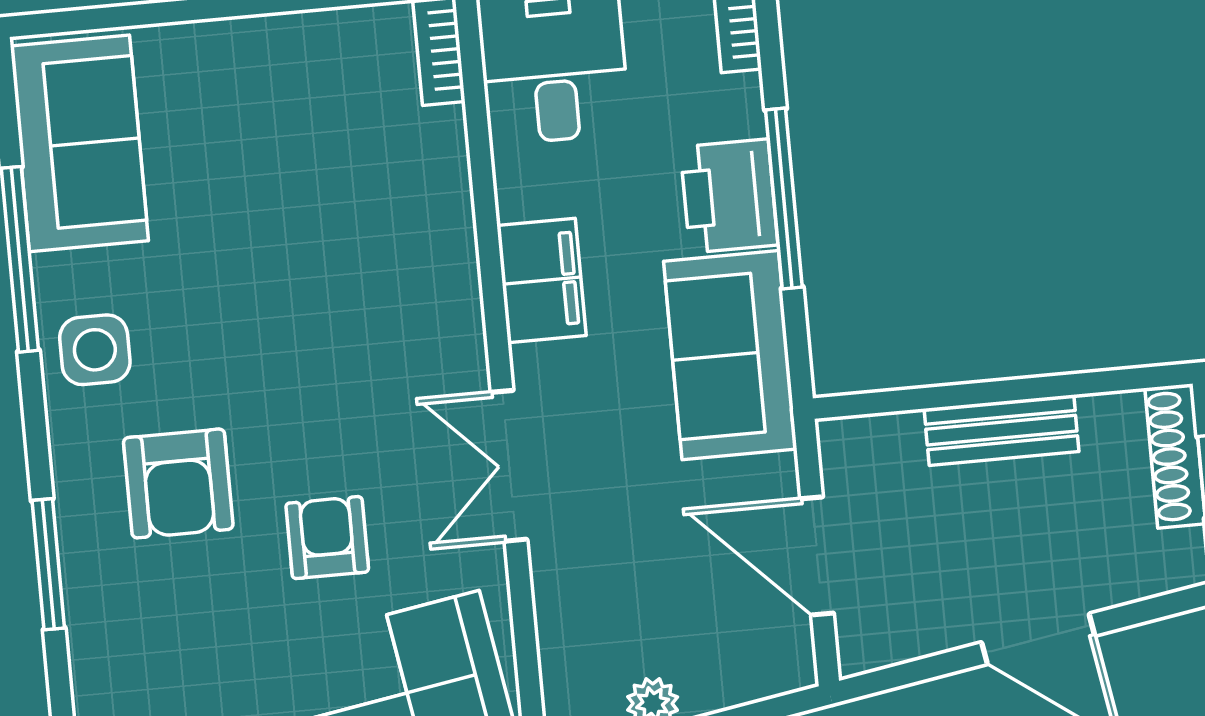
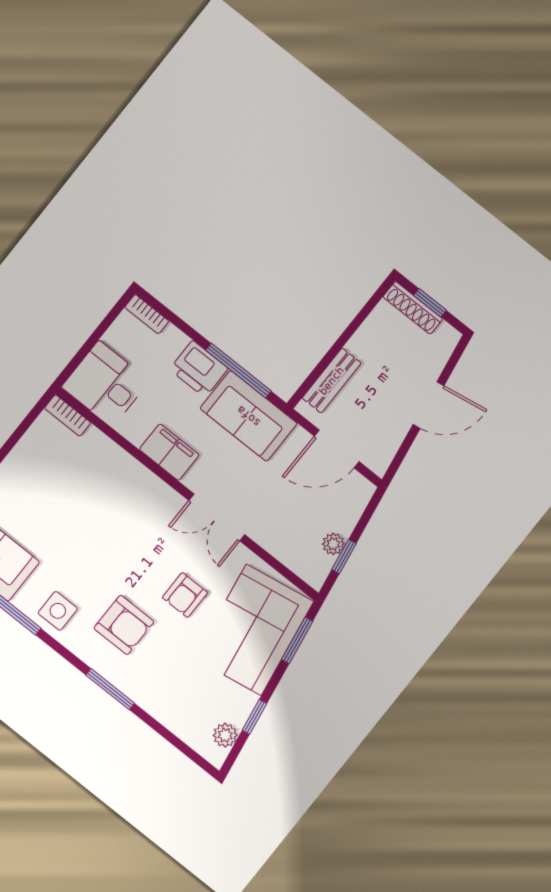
window: (784, 198) -> (238, 371), moved
bench: (1001, 430) -> (332, 381), moved
armchair: (327, 538) -> (185, 595), turned -90

